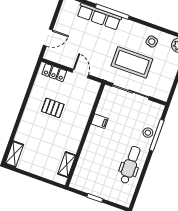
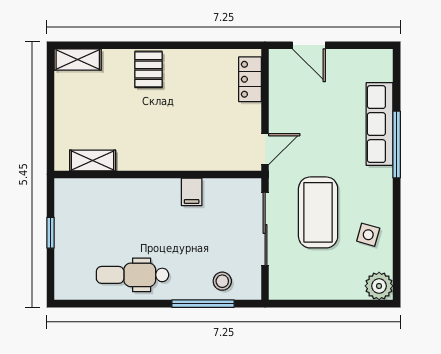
door: (80, 74) -> (265, 149), moved
pallet: (53, 108) -> (148, 69), moved
stool: (148, 133) -> (222, 281), moved
dental chair: (130, 165) -> (133, 275), turned 180

